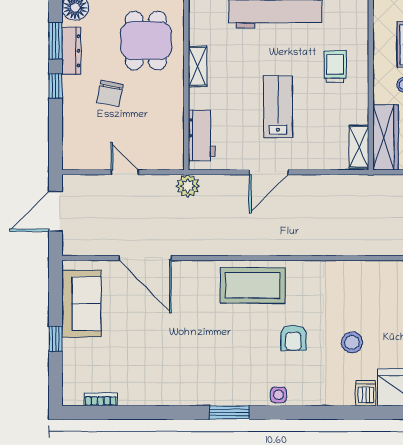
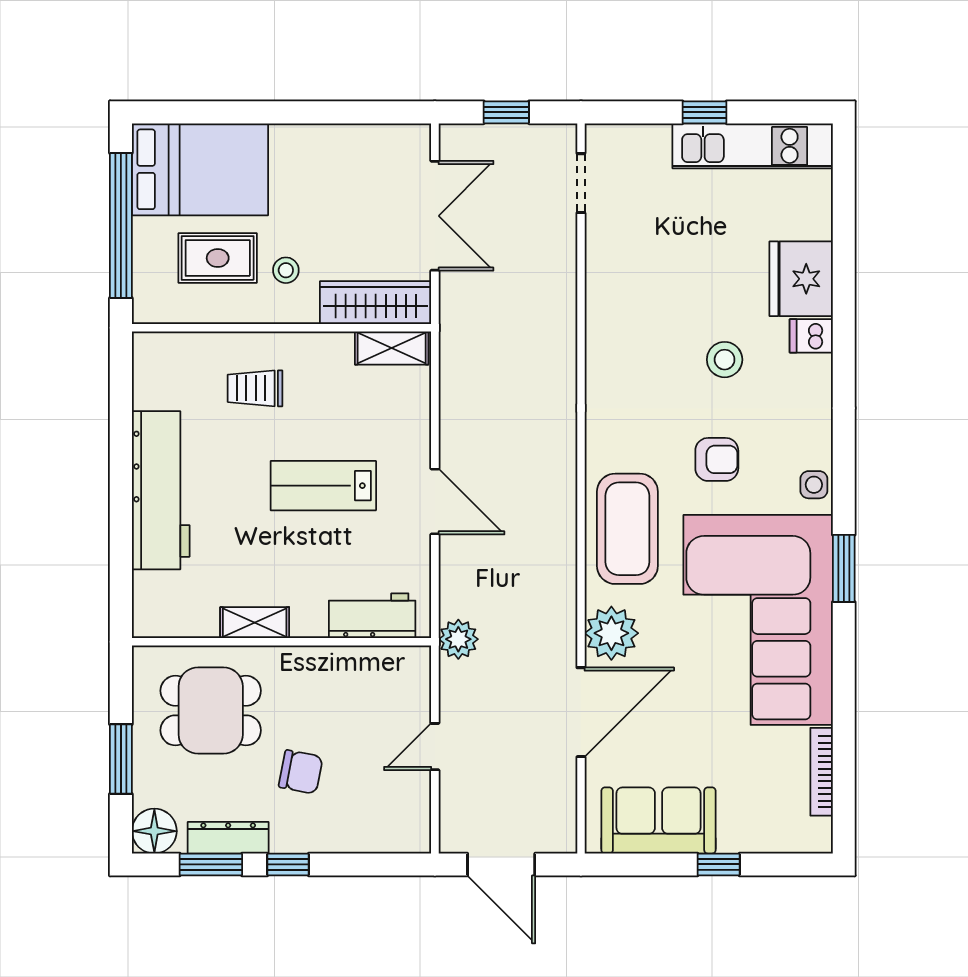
plant: (191, 276) -> (611, 633), added
corner sofa: (199, 362) -> (758, 620), added
bookcase: (101, 399) -> (822, 772), width x1.56

